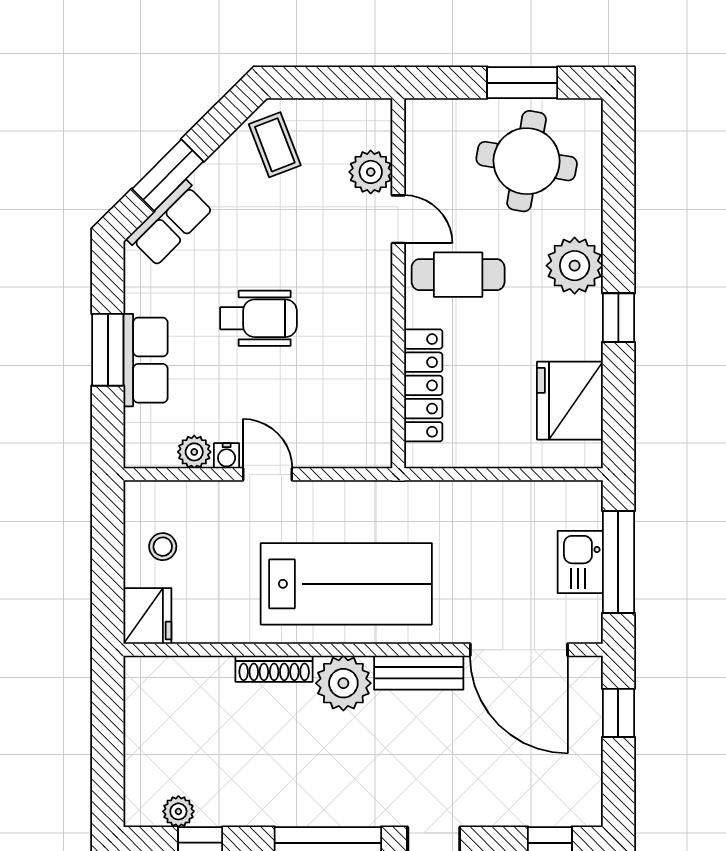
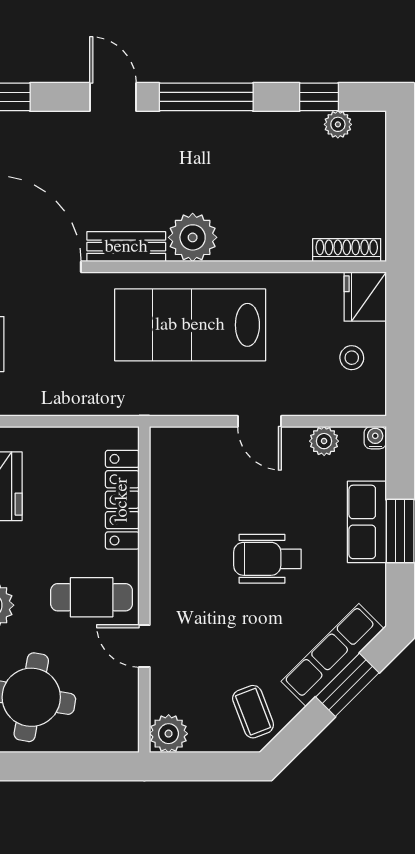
window: (522, 83) -> (35, 766), removed
plant: (371, 172) -> (169, 734), moved
row of seats: (170, 223) -> (333, 655), width x1.48
water cooler: (227, 456) -> (375, 438), moved
shoe rack: (274, 669) -> (347, 250), moved

